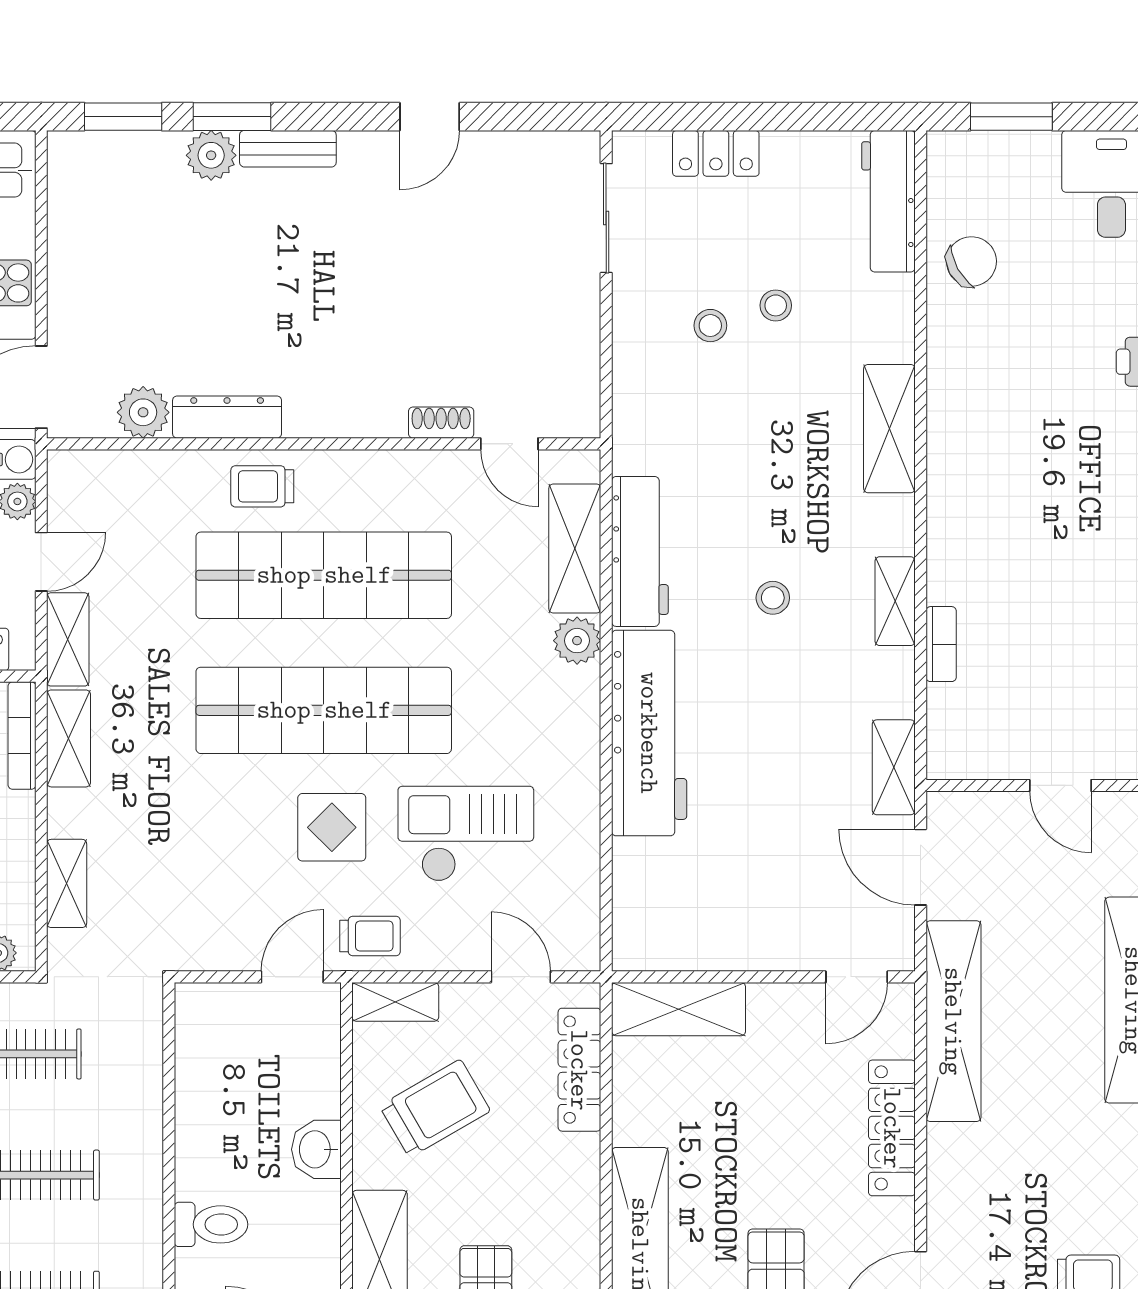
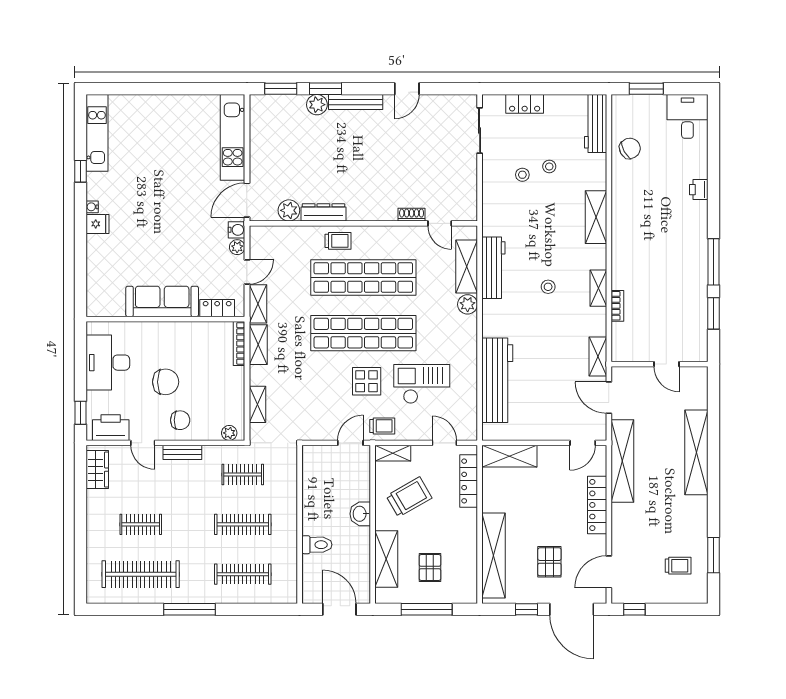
bench: (288, 149) -> (356, 102), width x1.36
trolley: (262, 486) -> (338, 241), turned 180
workbench: (649, 733) -> (497, 380), moved

